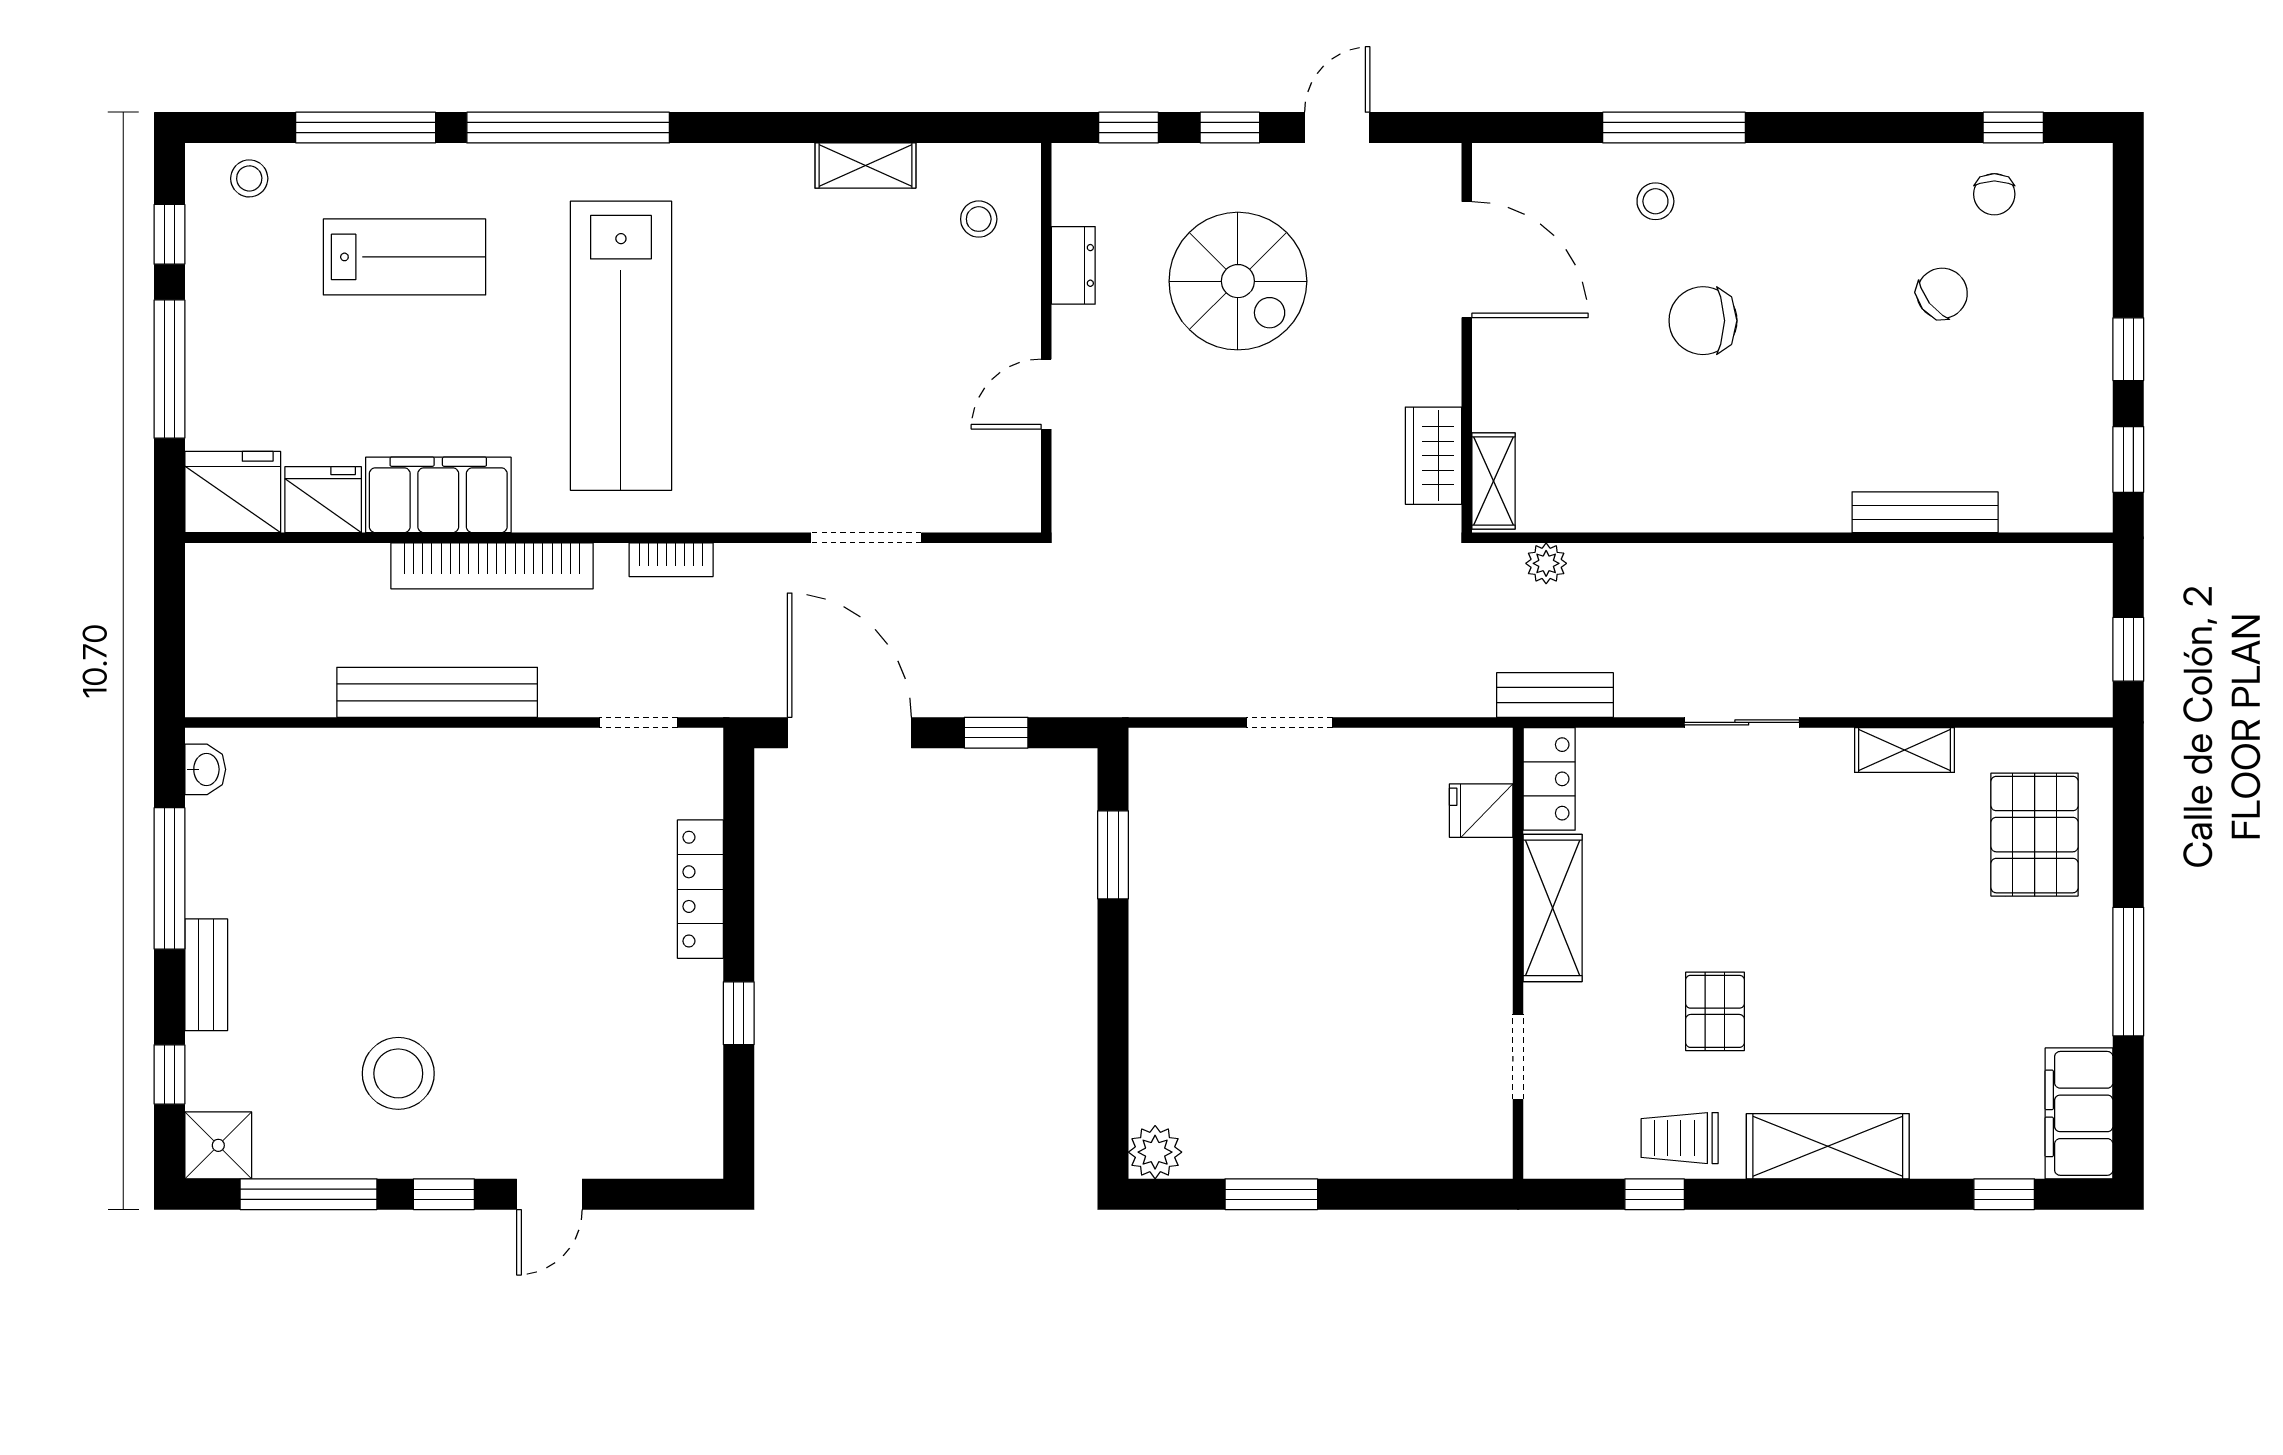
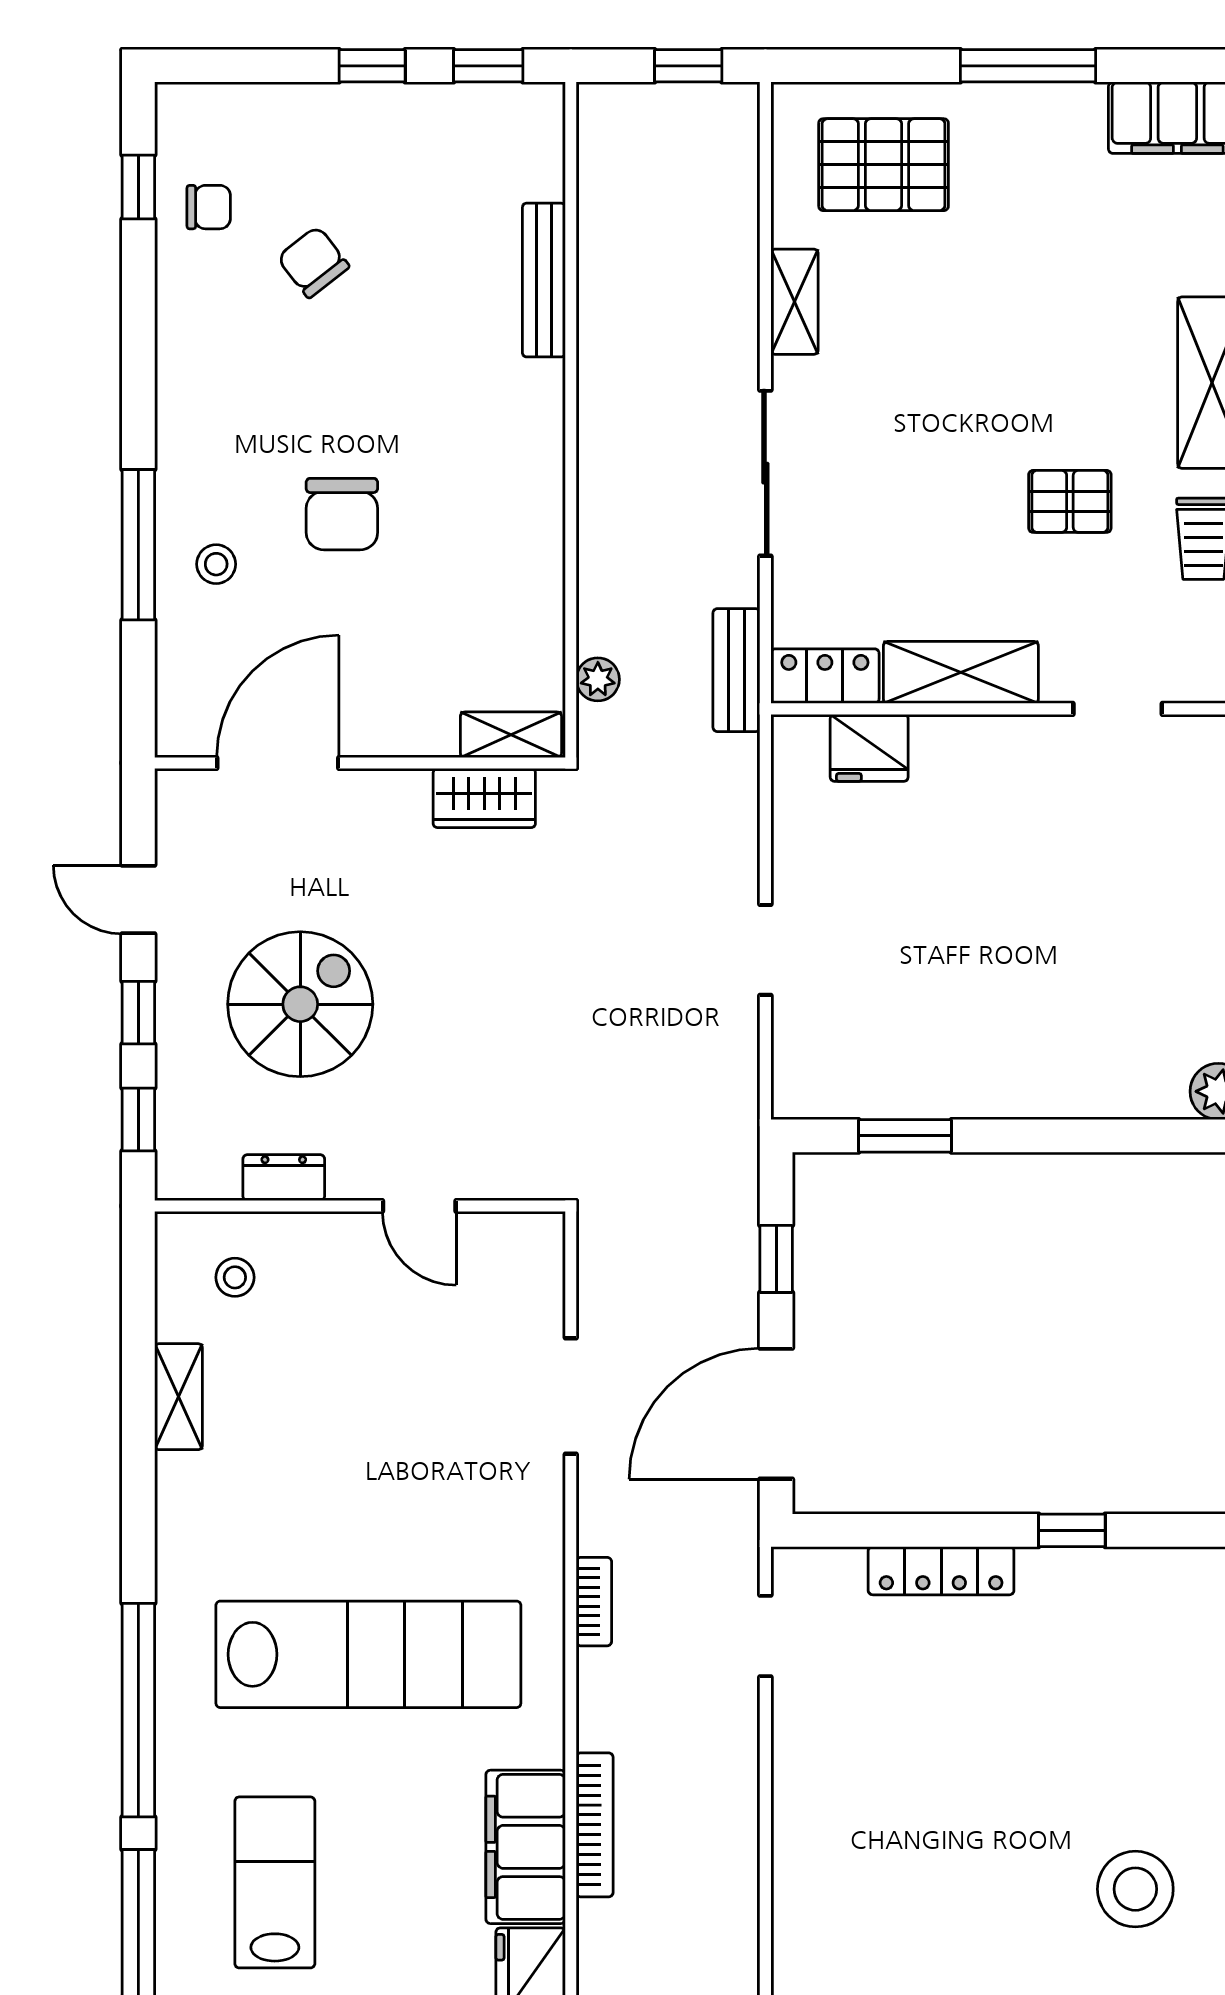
bookcase: (492, 566) -> (595, 1825), width x0.68, depth x0.76
bench: (437, 692) -> (734, 1848), removed
sliding door: (1742, 722) -> (765, 473), width x1.37
fridge: (1481, 811) -> (869, 748), width x1.38

